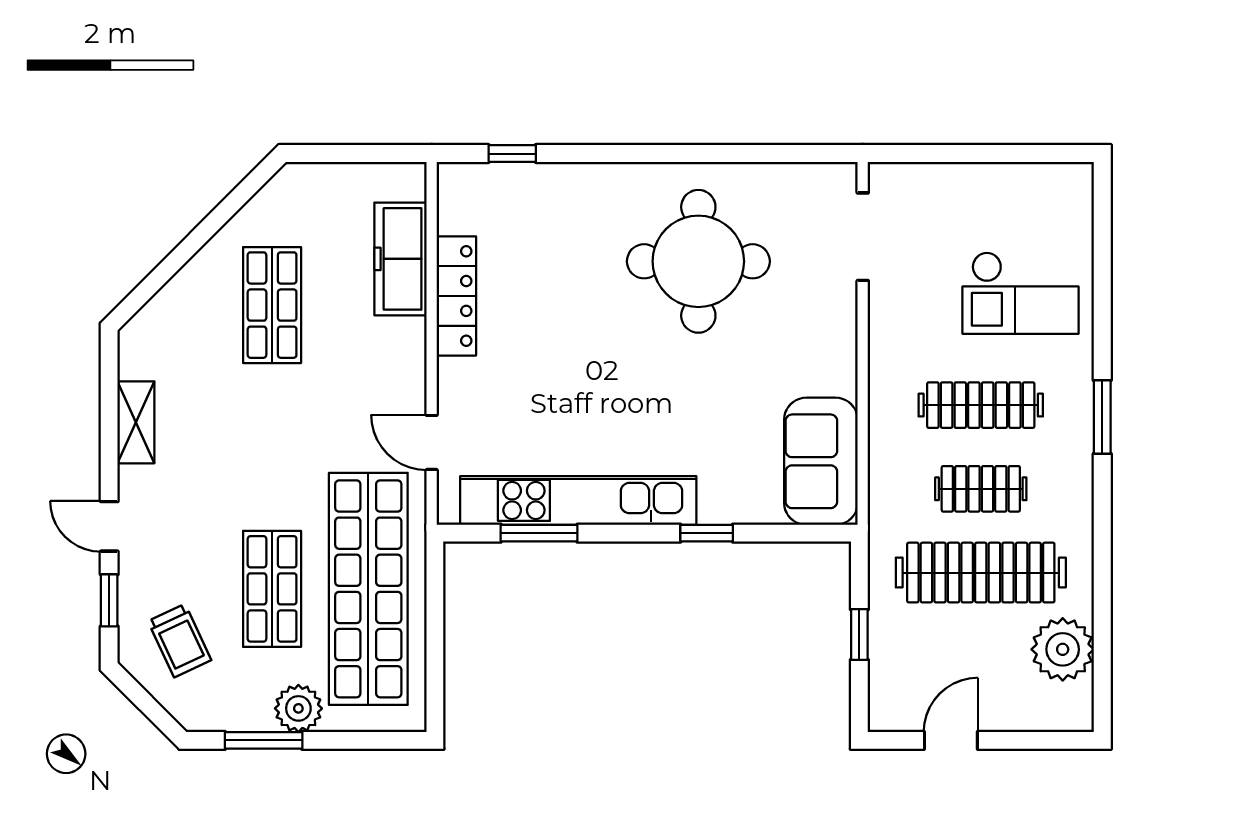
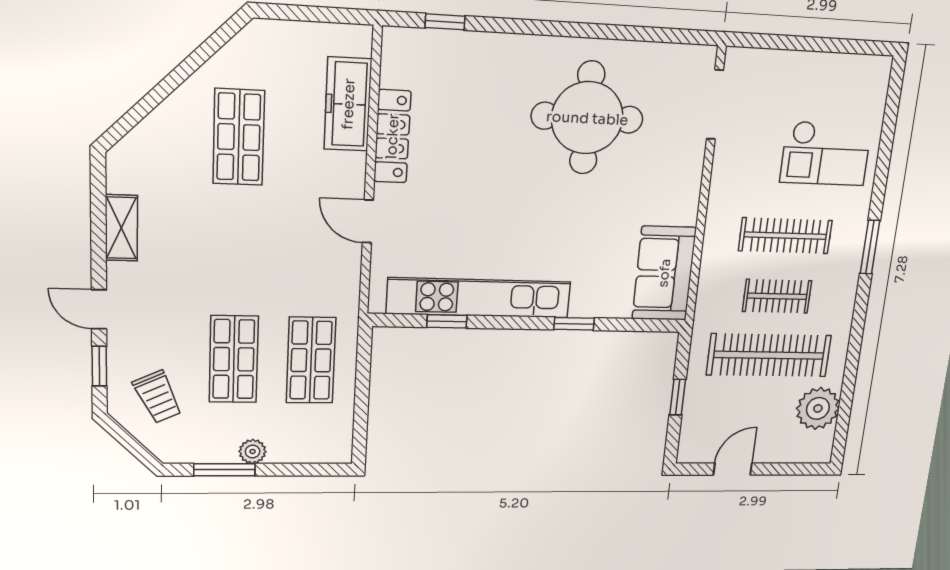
door: (432, 442) -> (368, 221), moved
window: (539, 533) -> (447, 321), width x0.67
shop shelf: (368, 589) -> (311, 360), width x0.50, depth x0.74
plant: (298, 708) -> (253, 452), width x0.73, depth x0.73

